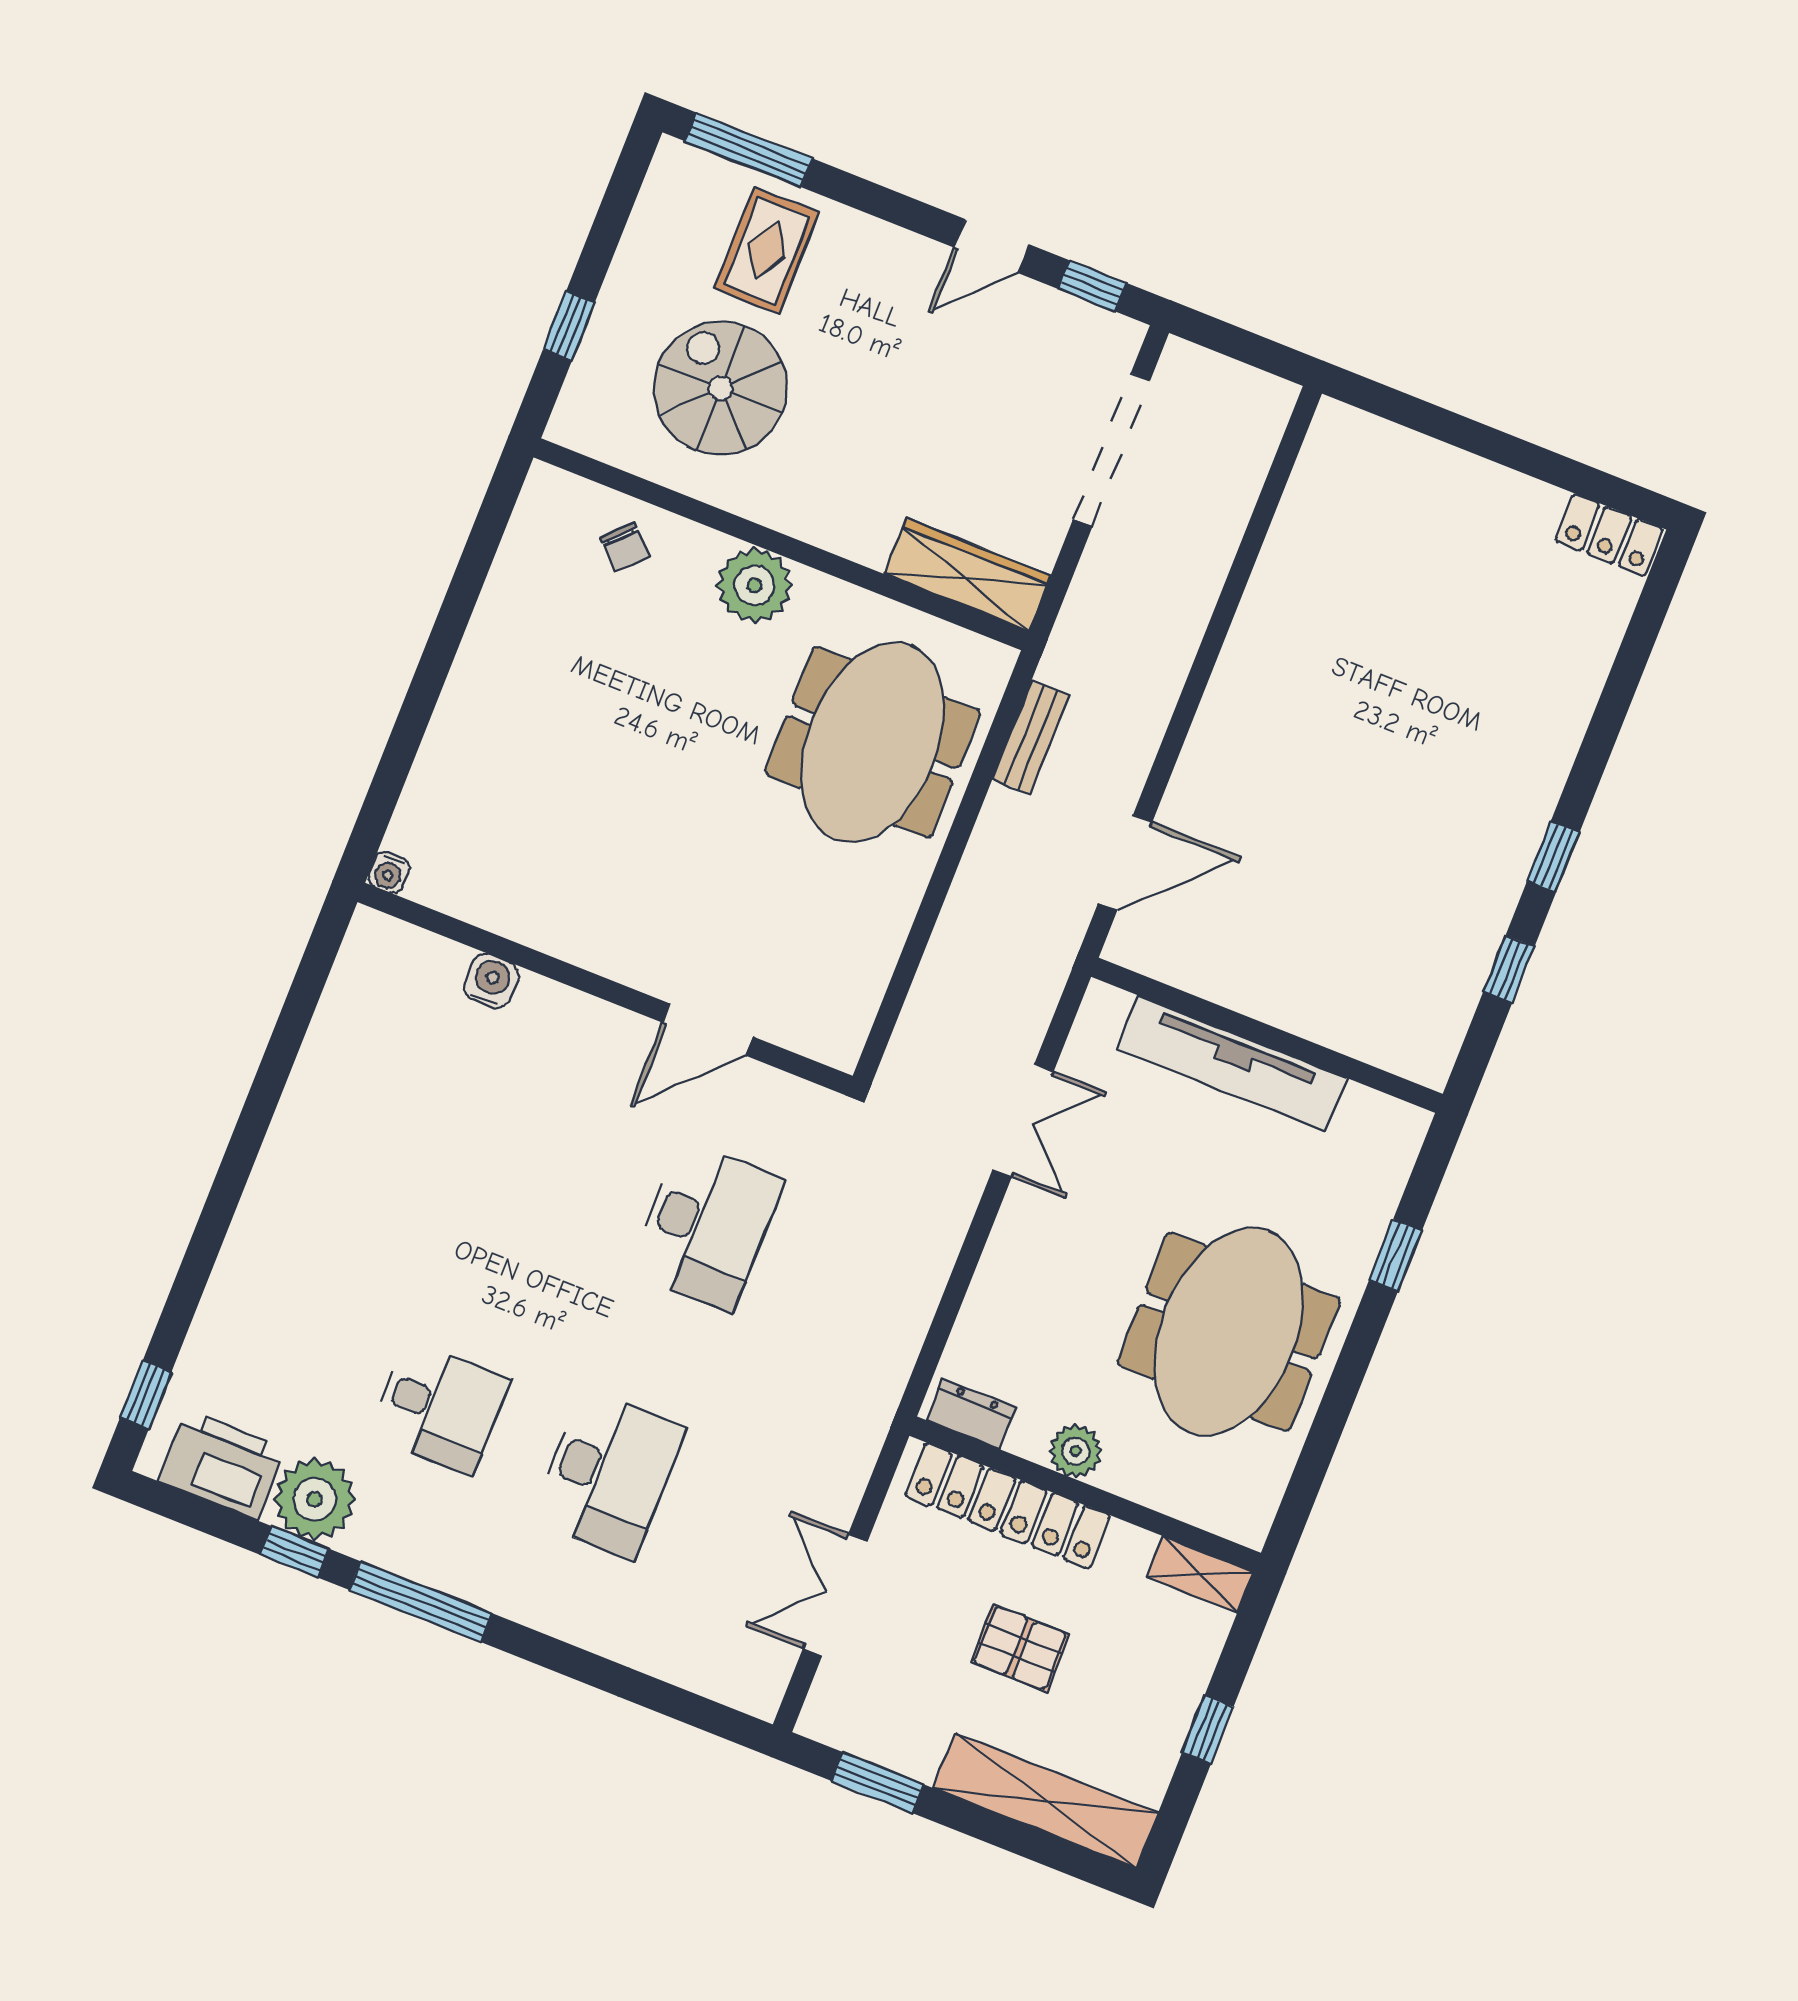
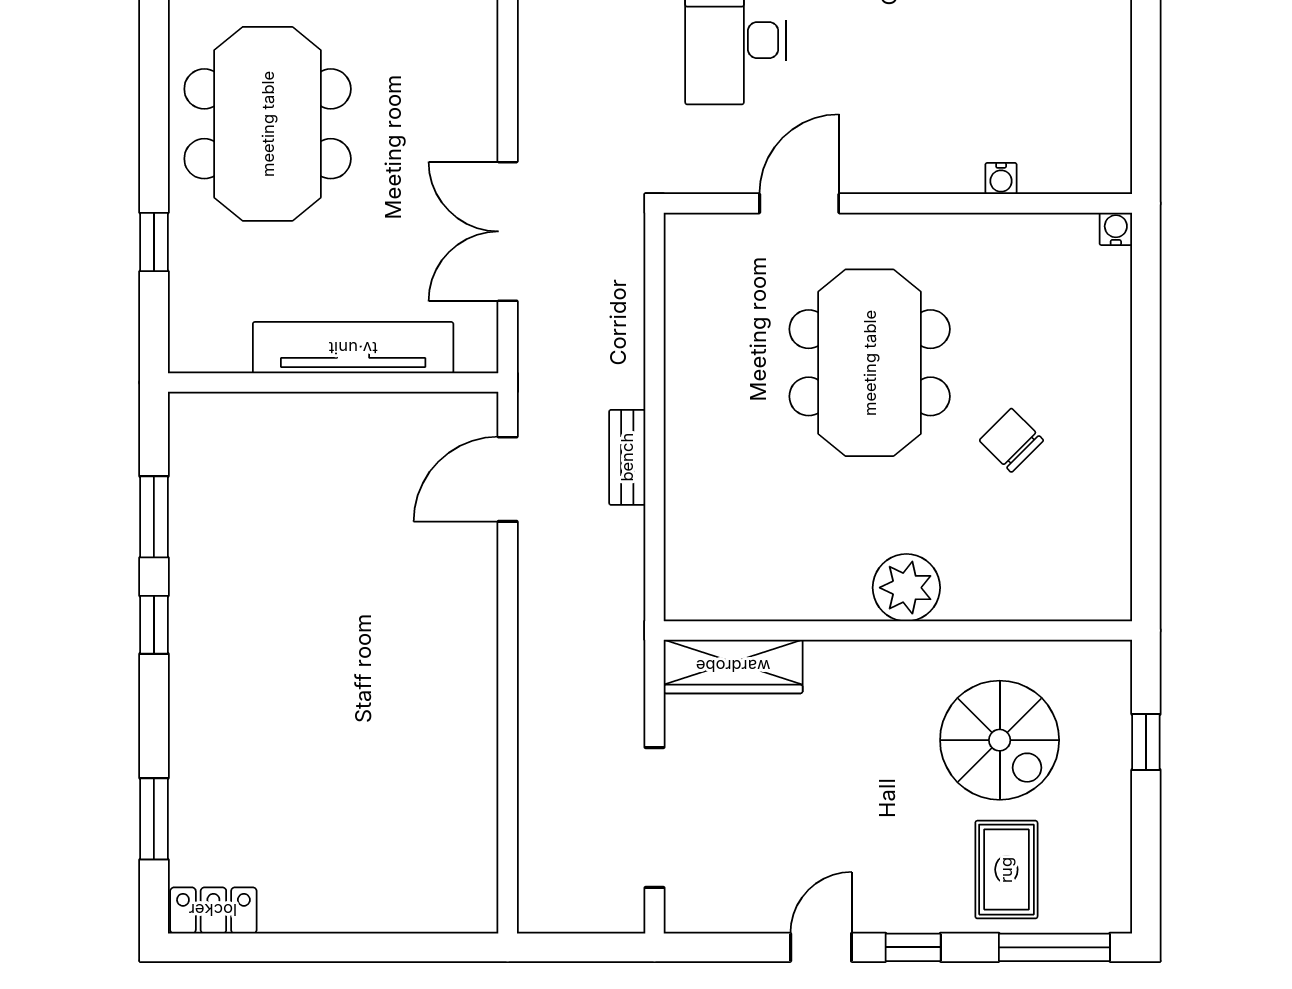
window: (1092, 286) -> (913, 947), moved
chair: (624, 547) -> (1011, 440), moved, width x1.37, depth x1.37
window: (1633, 655) -> (154, 819), added
bench: (1031, 737) -> (627, 457), moved
meeting table: (873, 742) -> (870, 363), moved
window: (1509, 969) -> (154, 517), width x1.50
water cooler: (491, 981) -> (1001, 178), width x0.72, depth x0.72
double door: (1023, 1121) -> (508, 231), width x1.37

